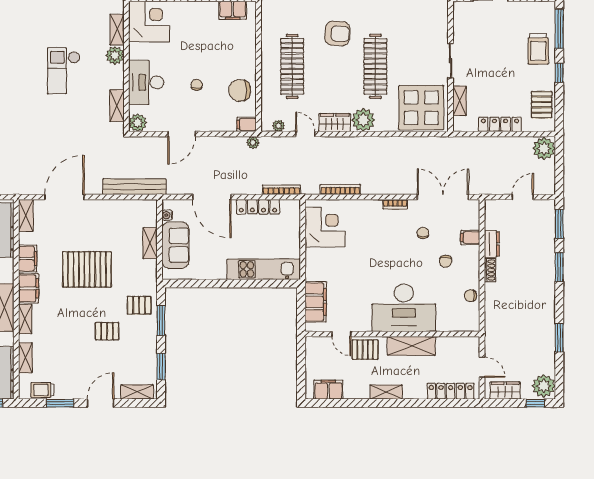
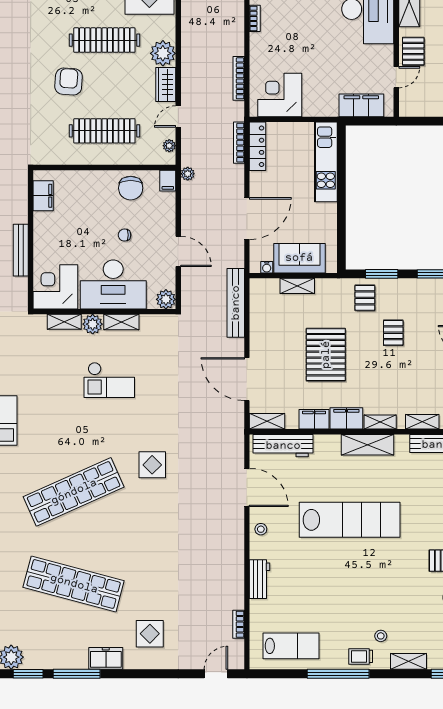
desk: (146, 82) -> (113, 284), width x1.36, depth x1.30
shelving: (117, 106) -> (121, 322), moved
locker: (258, 207) -> (258, 146), moved

